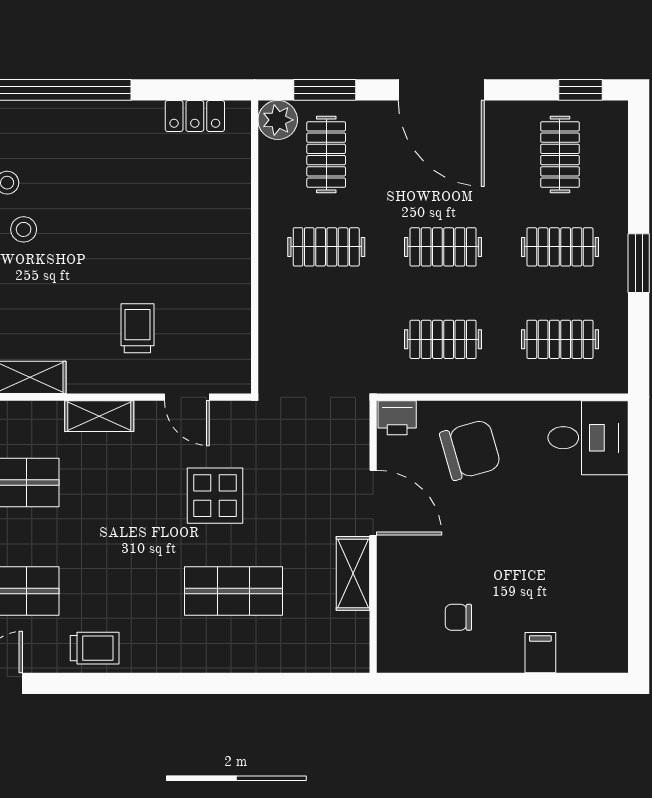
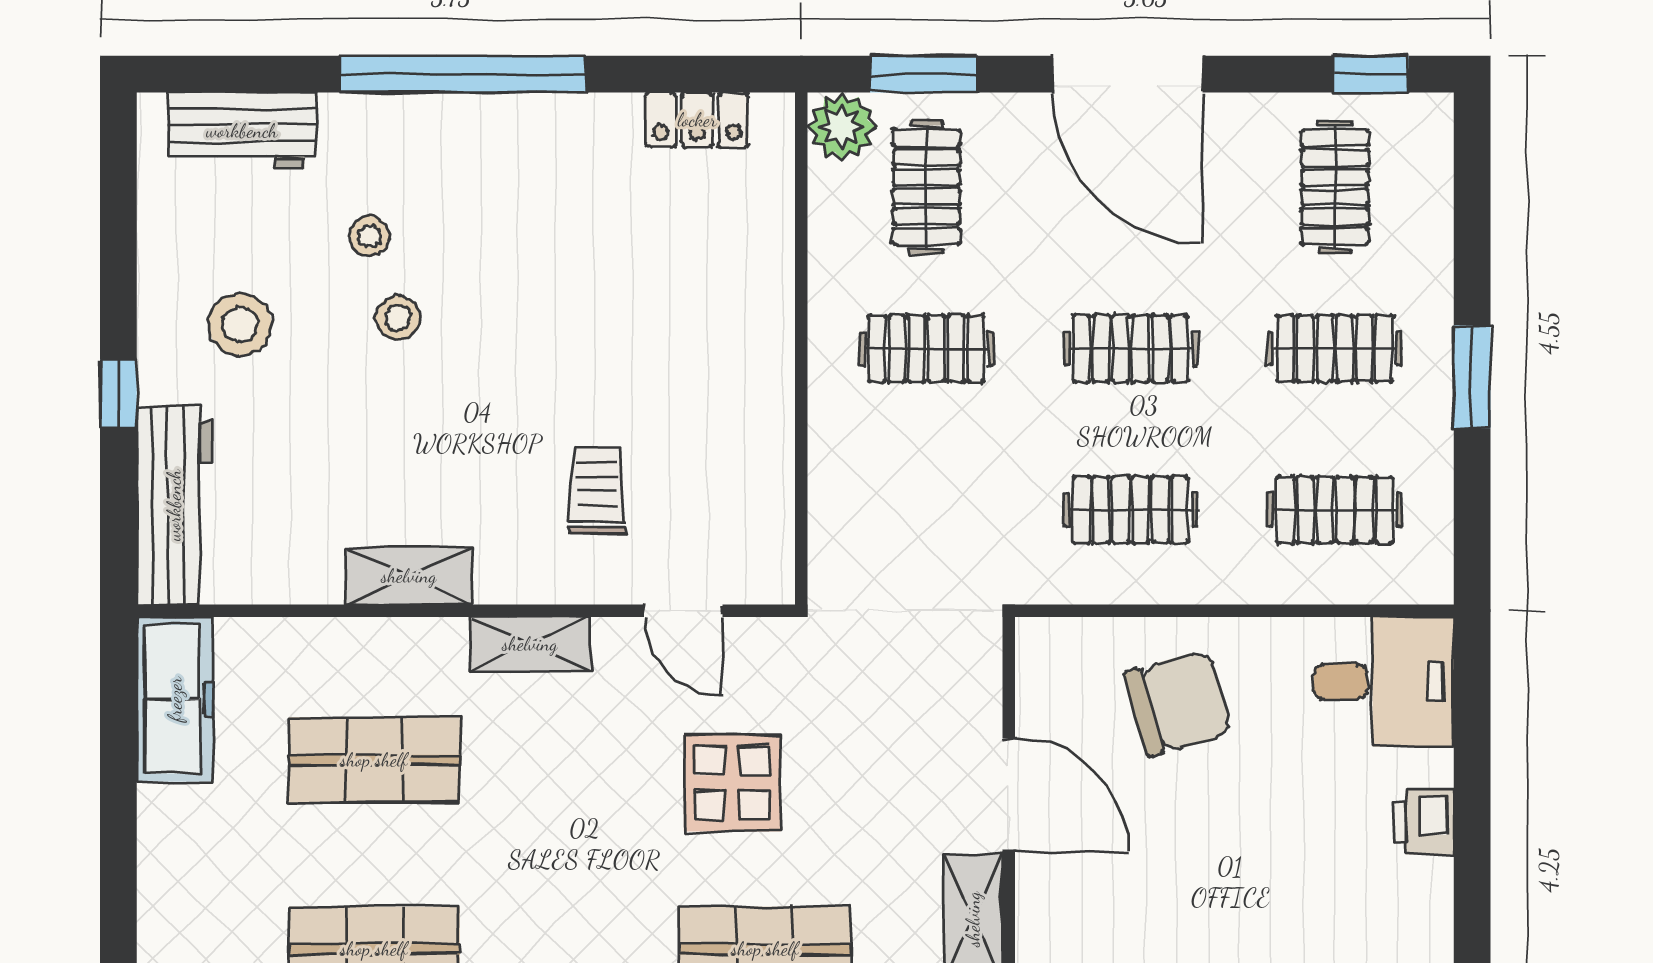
printer: (397, 418) -> (1424, 822), moved, turned 90

